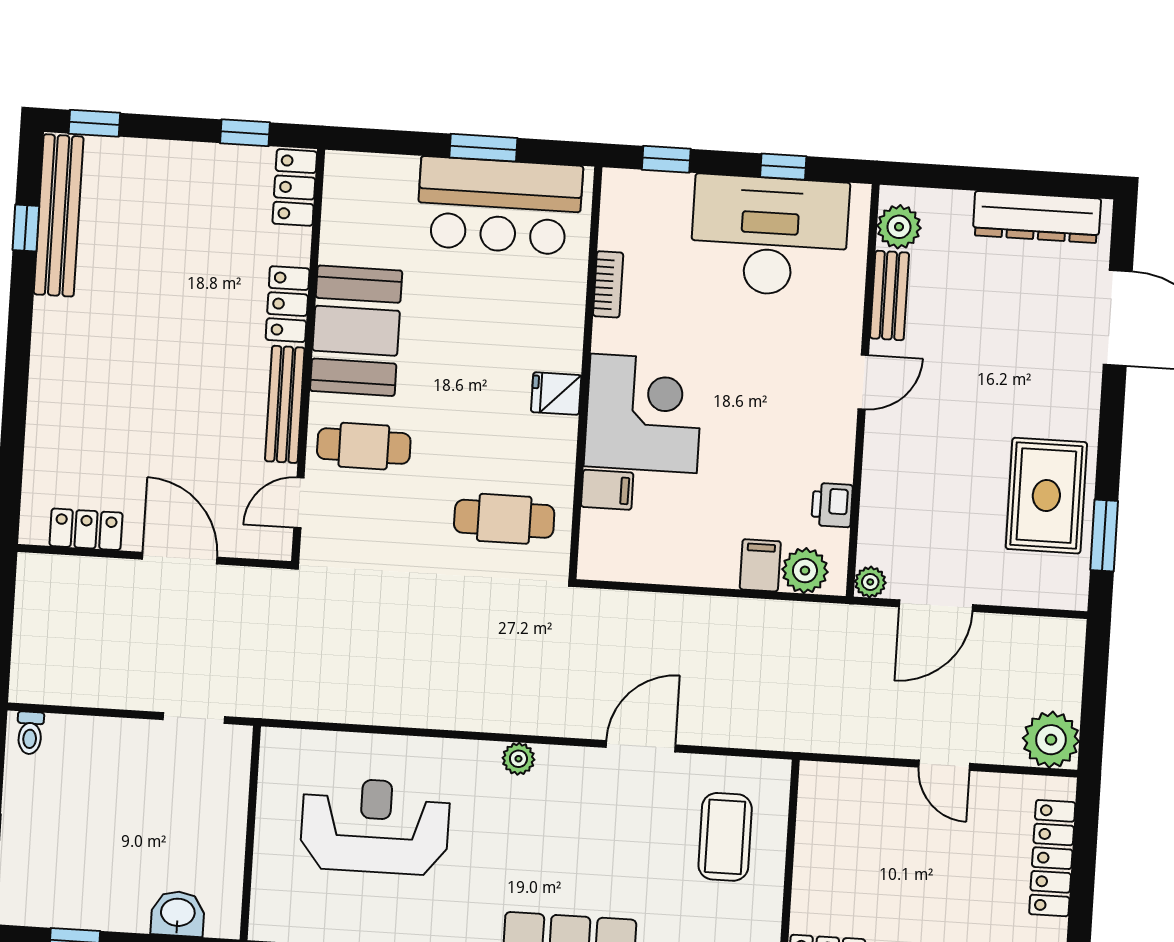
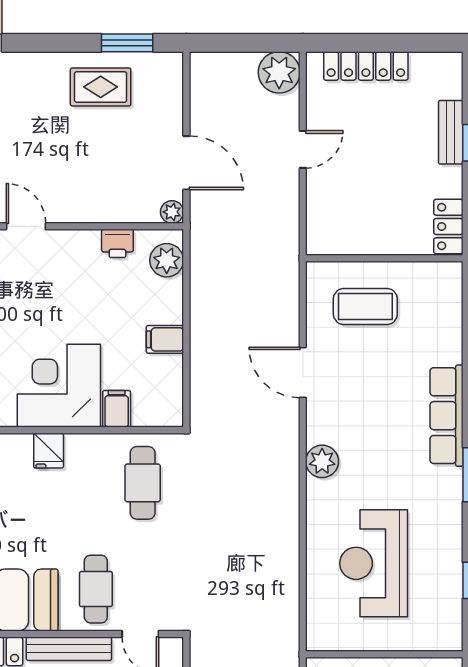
rug: (1046, 496) -> (101, 87), width x0.73, depth x0.70
filing cabinet: (760, 565) -> (165, 339), moved
plant: (518, 759) -> (322, 461), width x1.38, depth x1.38

